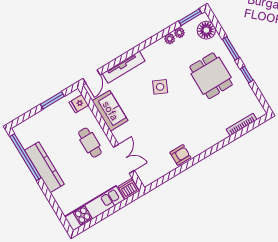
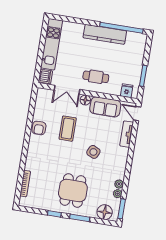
tv unit: (124, 67) -> (127, 134), width x0.71
dining table: (211, 76) -> (73, 190), turned 90
coffee table: (159, 128) -> (68, 129), added
floor lamp: (119, 134) -> (85, 100), added

